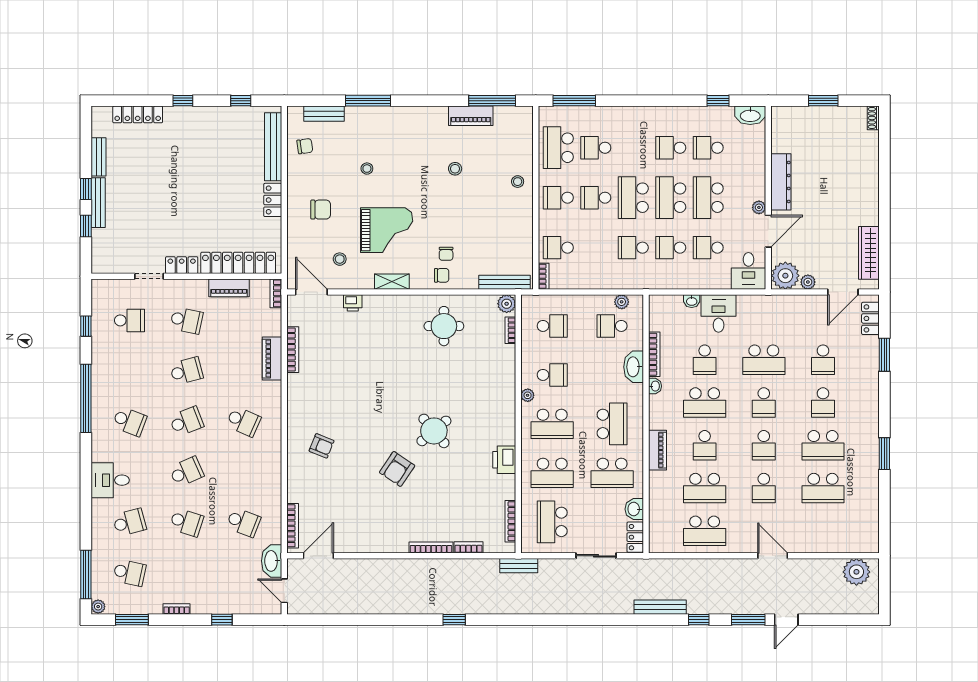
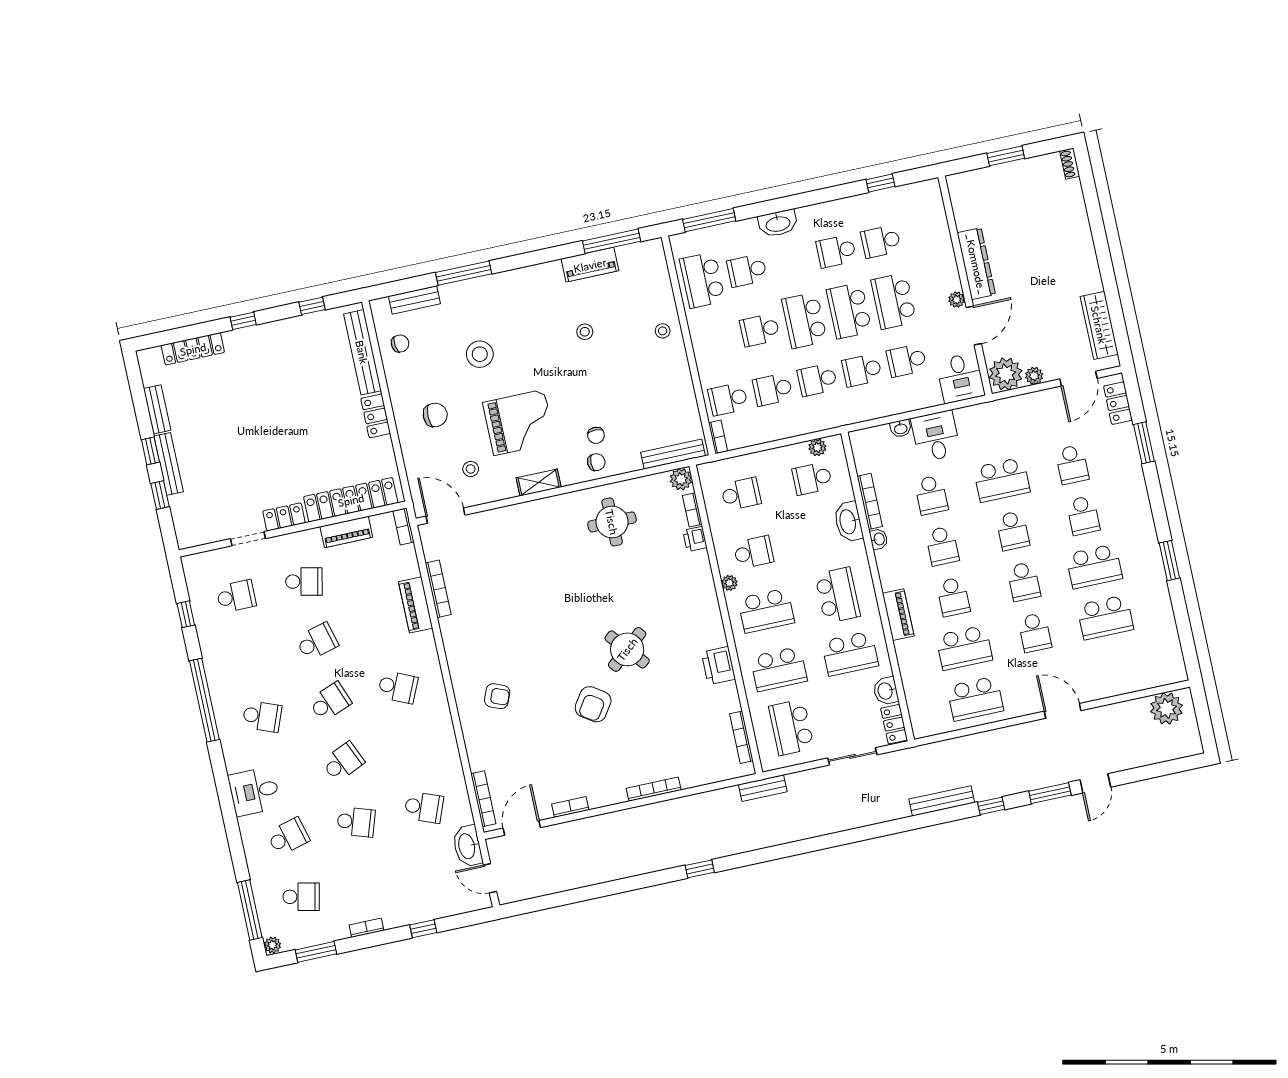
washbasin: (750, 115) -> (778, 223), moved
stool: (367, 169) -> (480, 354), width x1.89, depth x1.89
school desk: (558, 198) -> (773, 389), moved
printer: (353, 303) -> (695, 539), moved, turned 90
school desk: (705, 403) -> (942, 546), width x0.54
bookcase: (469, 547) -> (570, 807), moved

